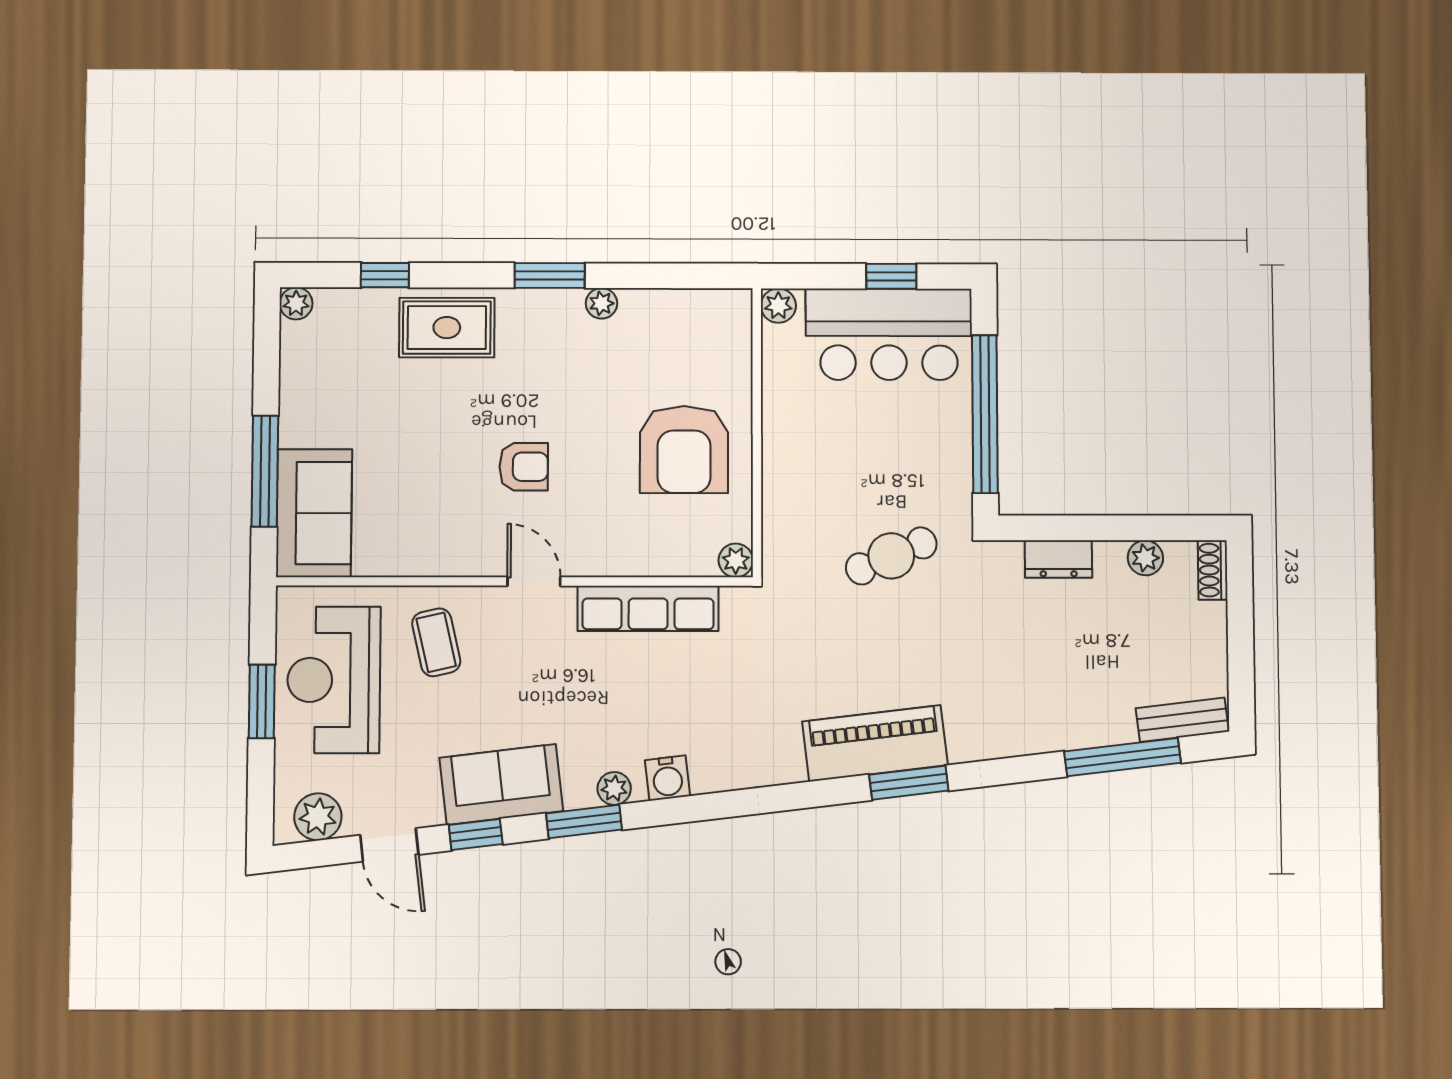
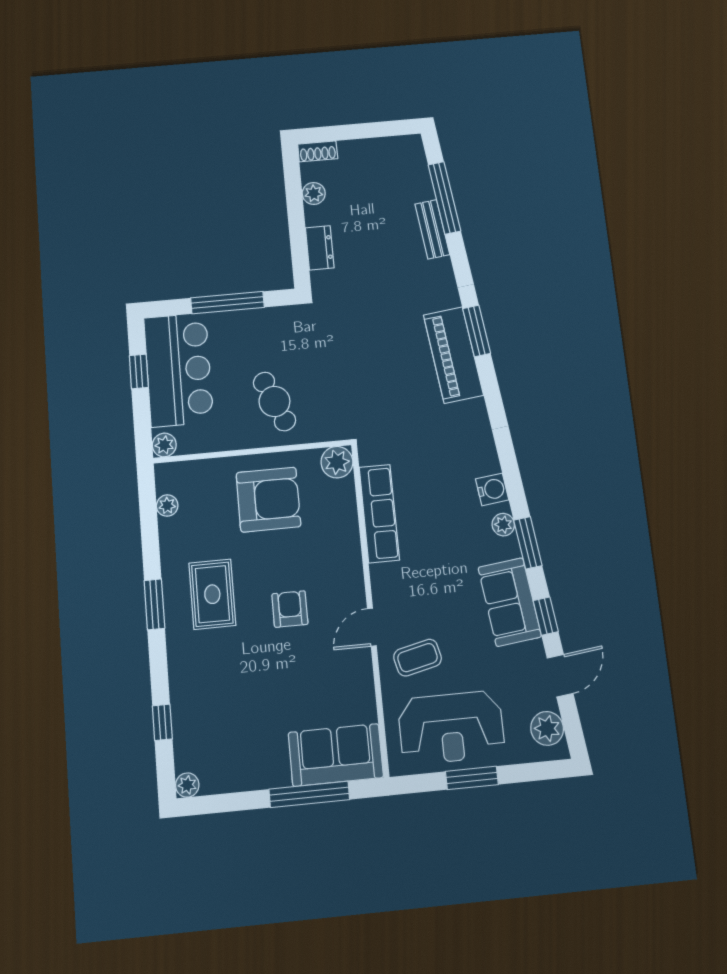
plant: (602, 303) -> (167, 506), moved
rug: (447, 328) -> (212, 594), moved
window: (985, 414) -> (227, 303), width x0.68
cafe table: (891, 556) -> (274, 401), moved
plant: (736, 560) -> (337, 462), width x1.38, depth x1.38
door: (534, 581) -> (372, 627), moved
bench: (1182, 720) -> (432, 229), moved

